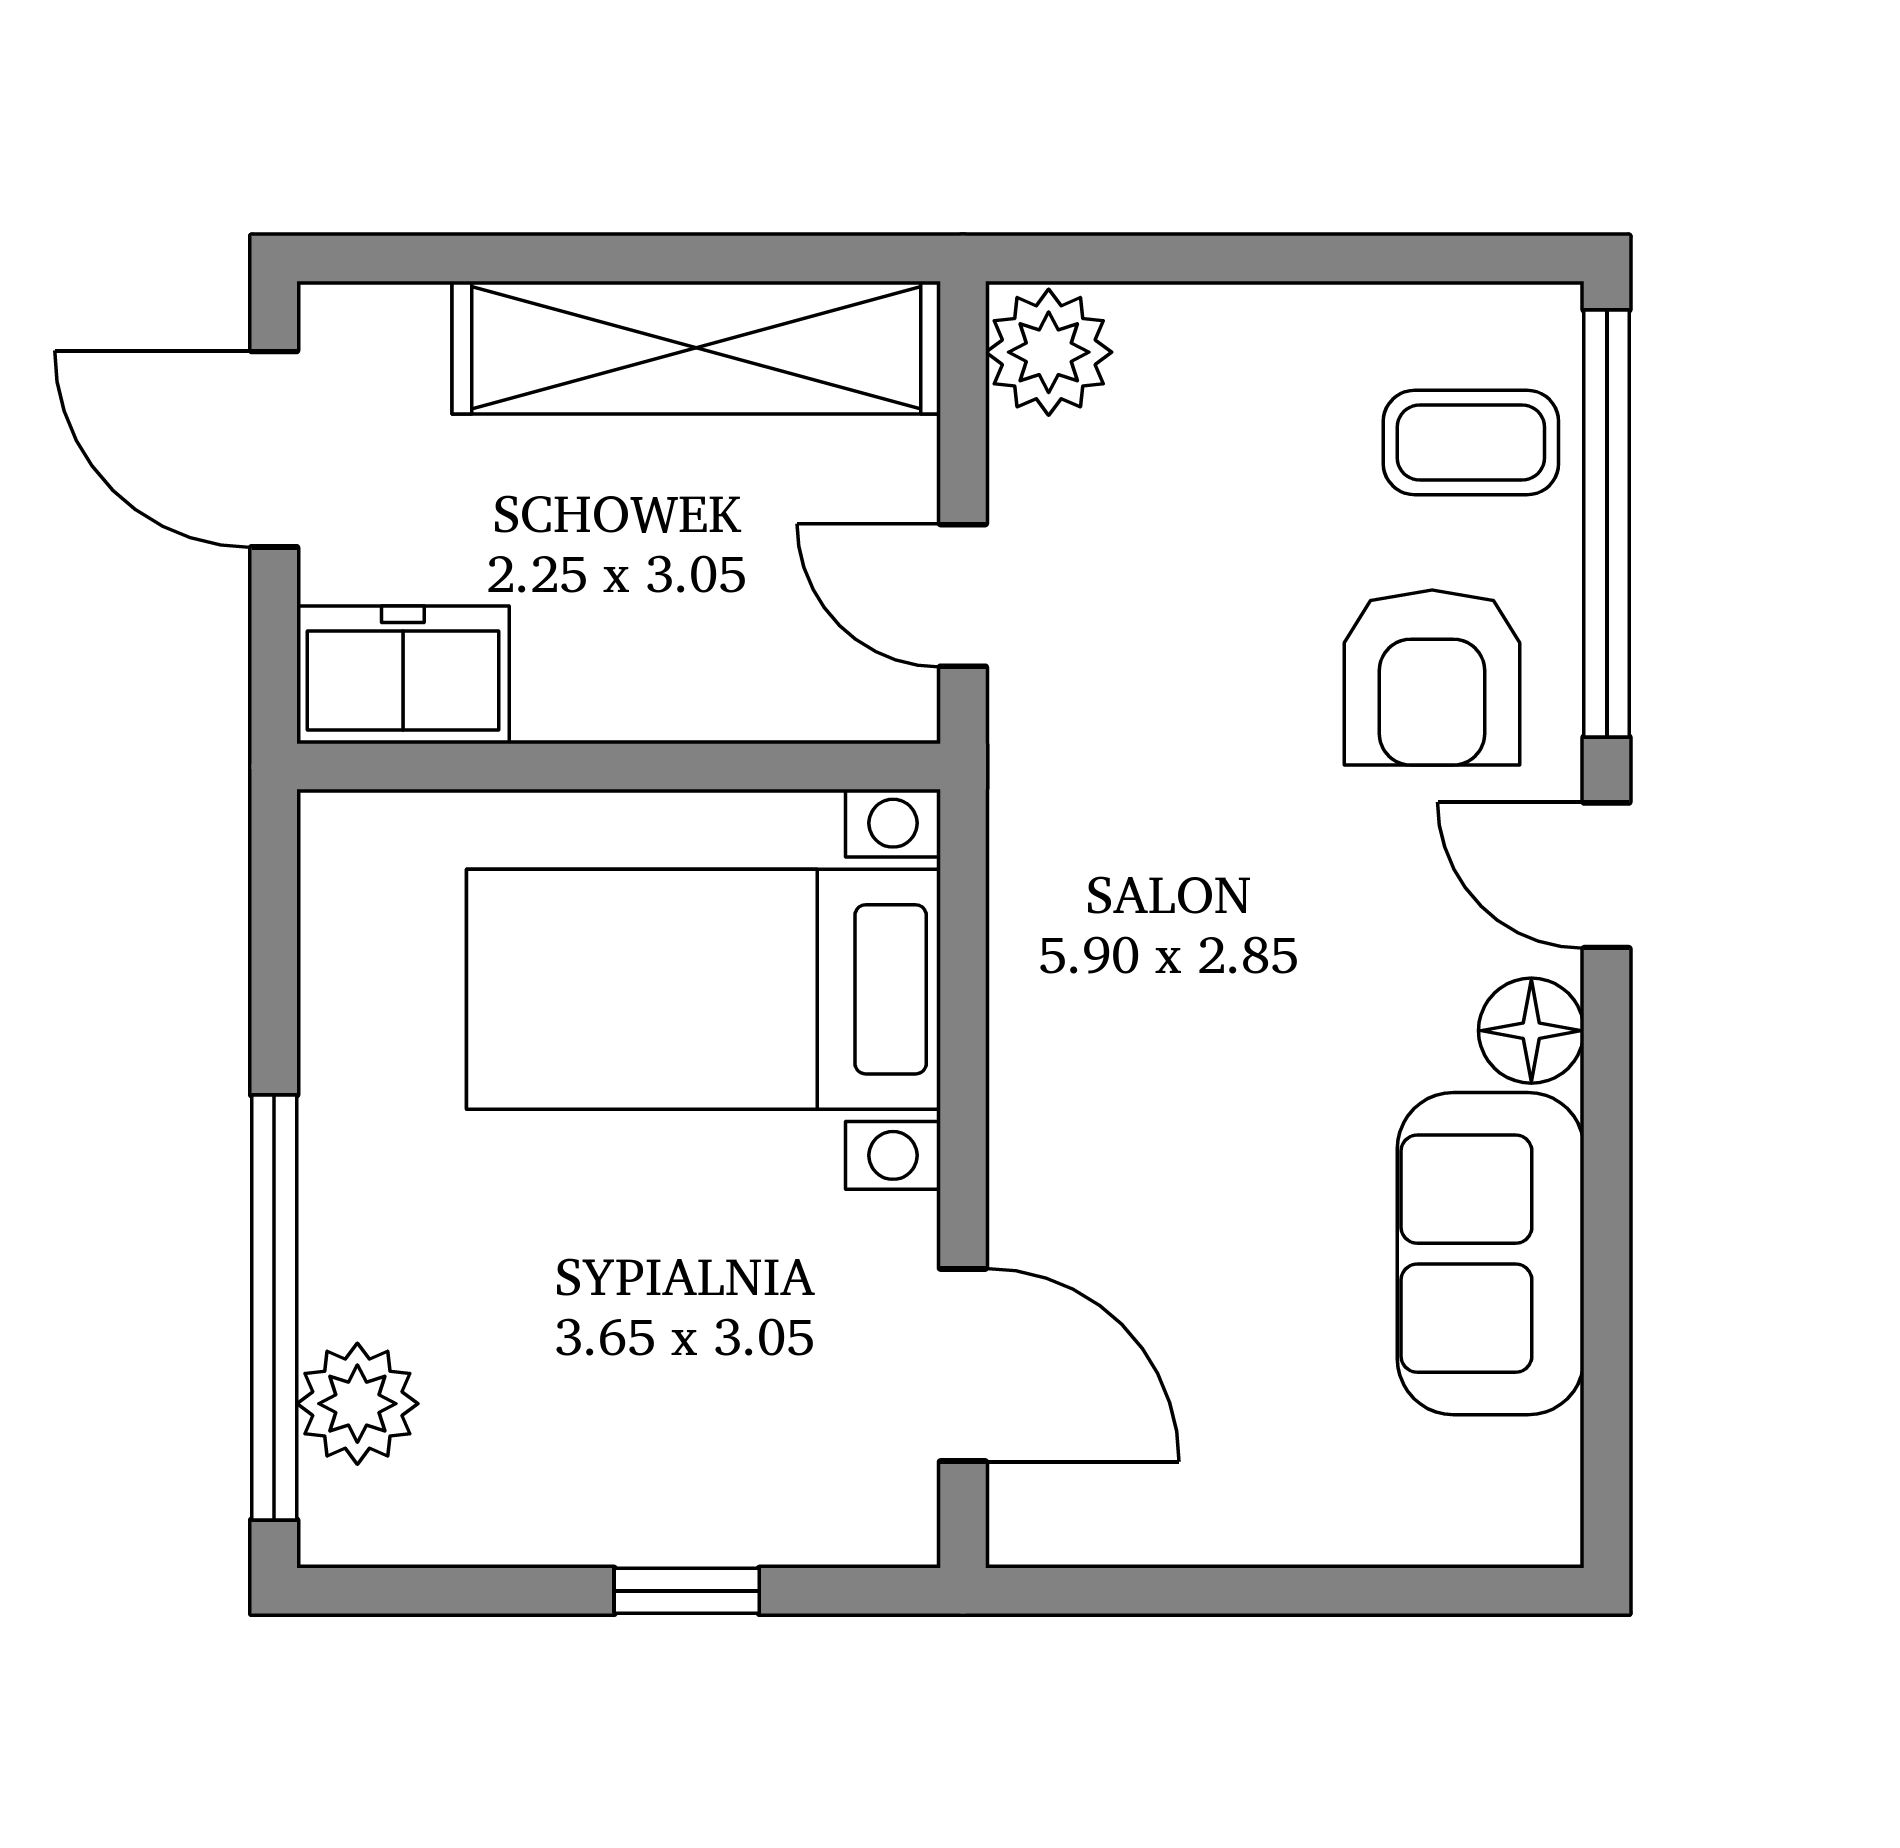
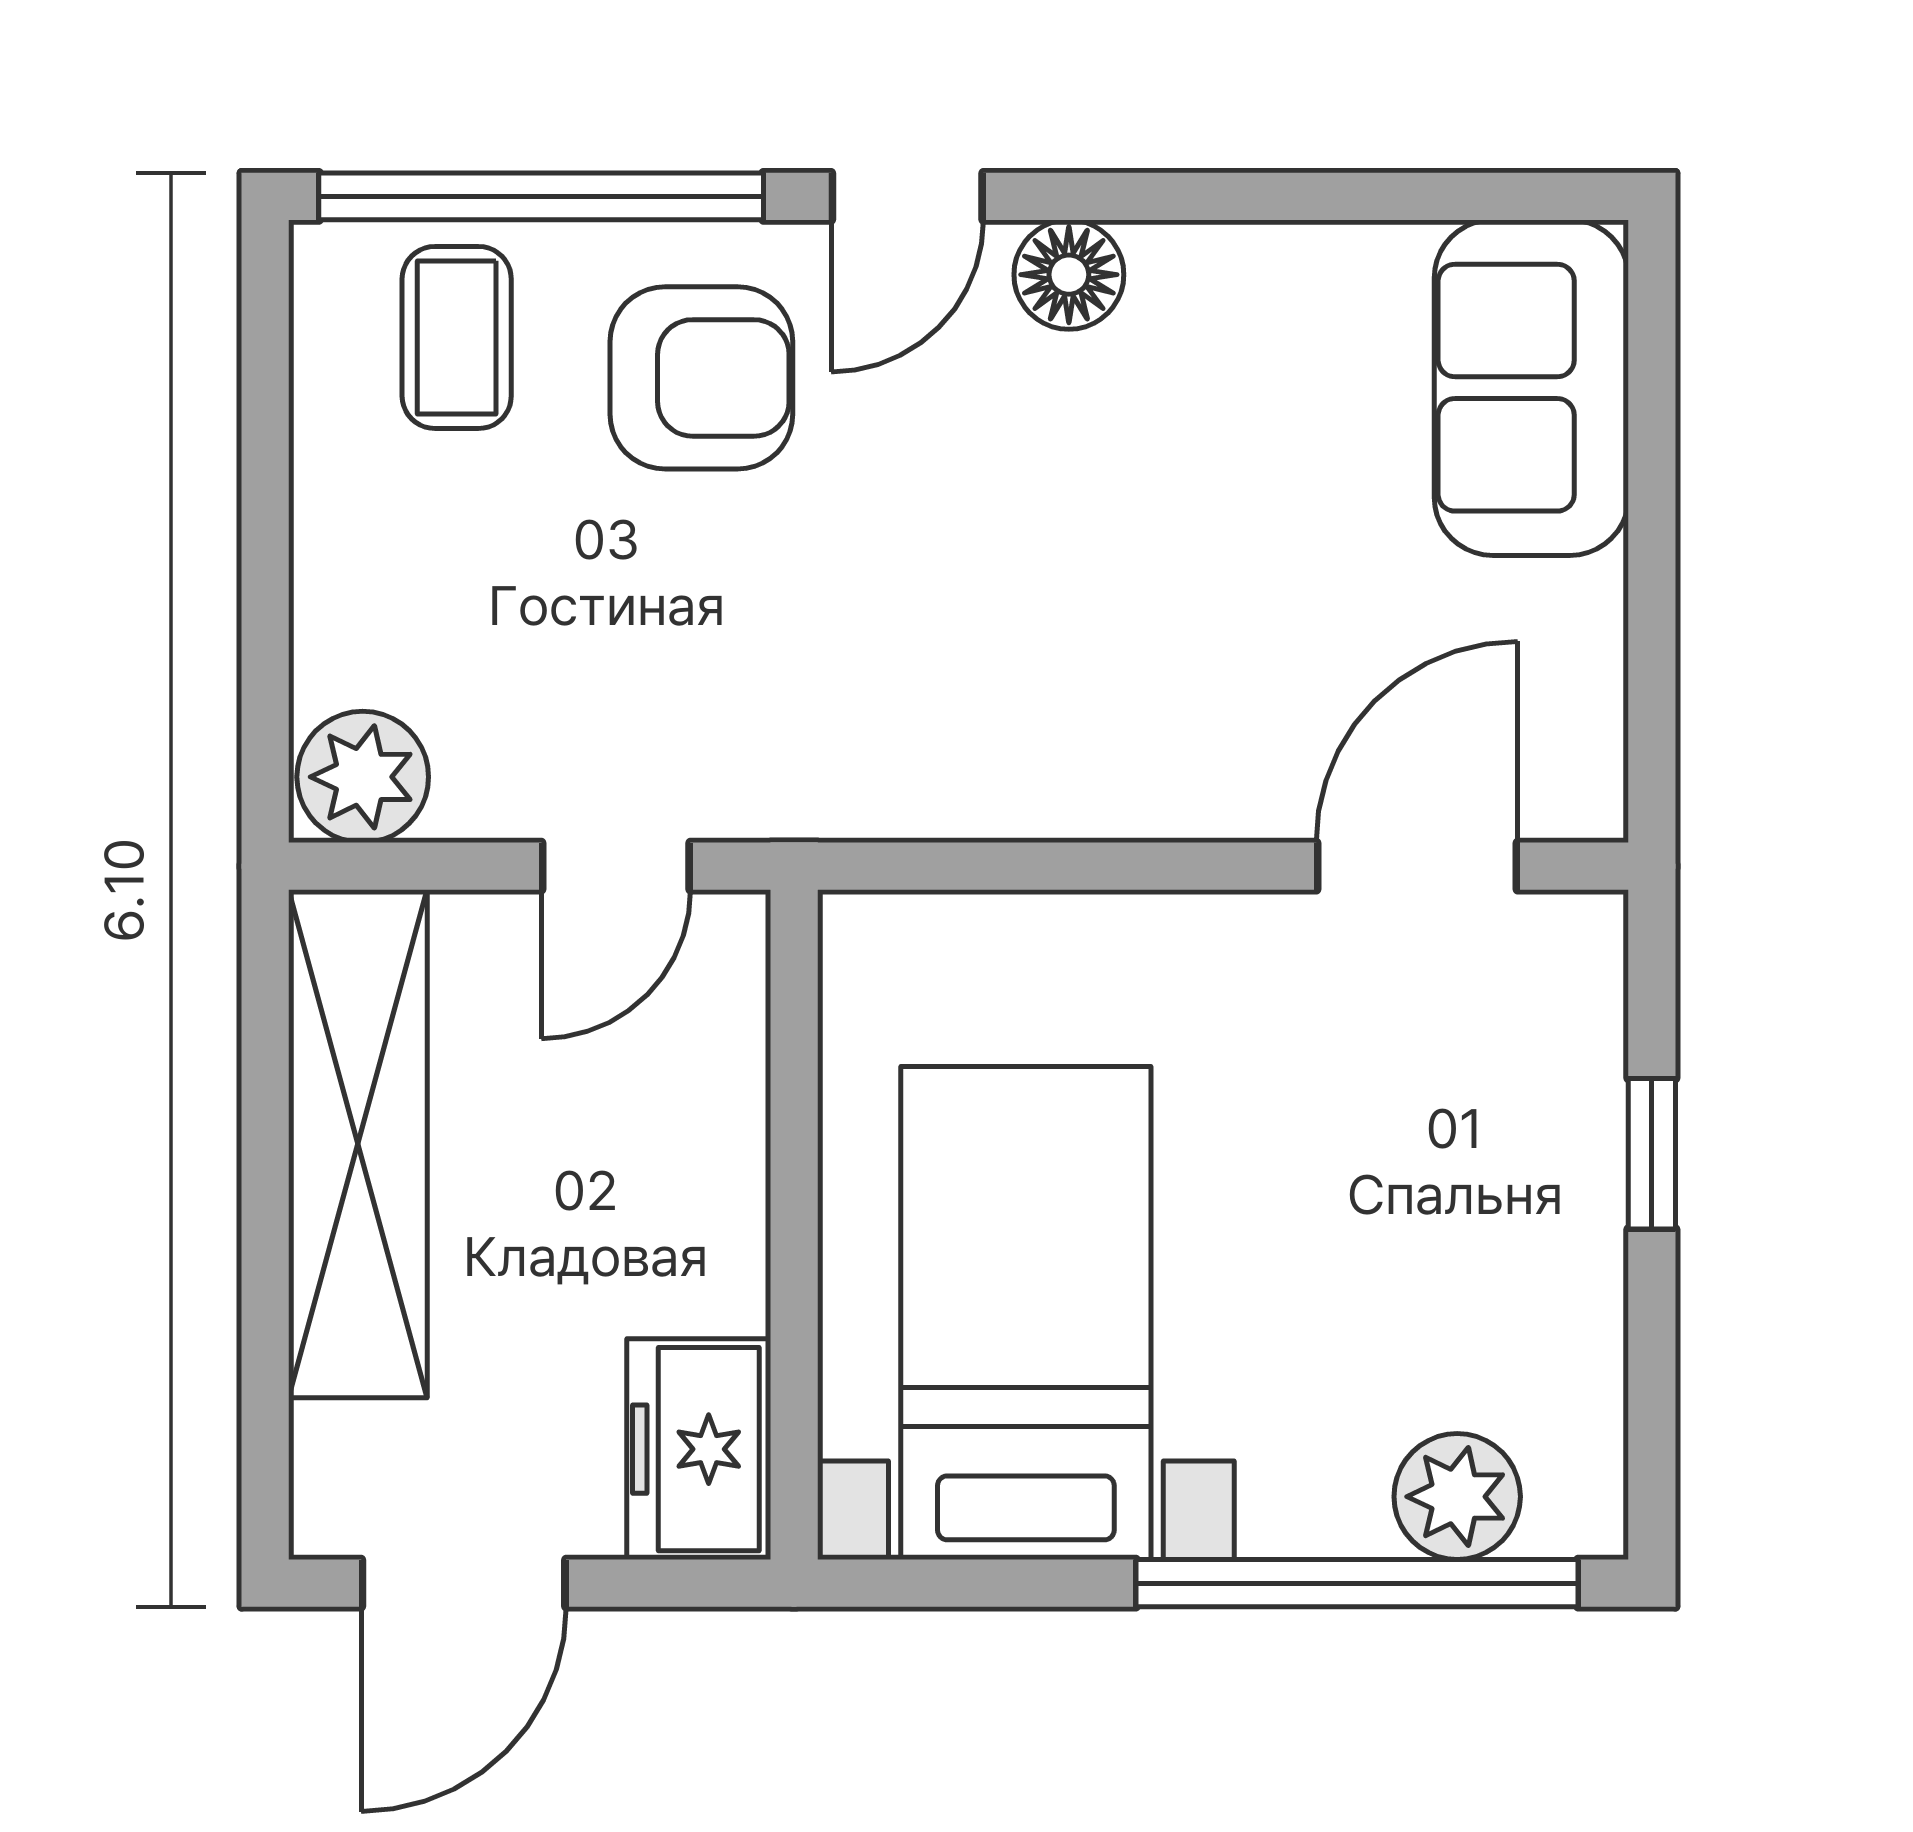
bed with nightstands: (703, 989) -> (1026, 1313), moved, turned 180
sofa: (1491, 1254) -> (1531, 388), moved, turned 90

